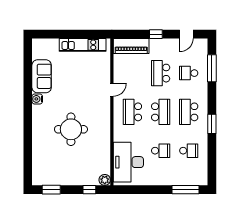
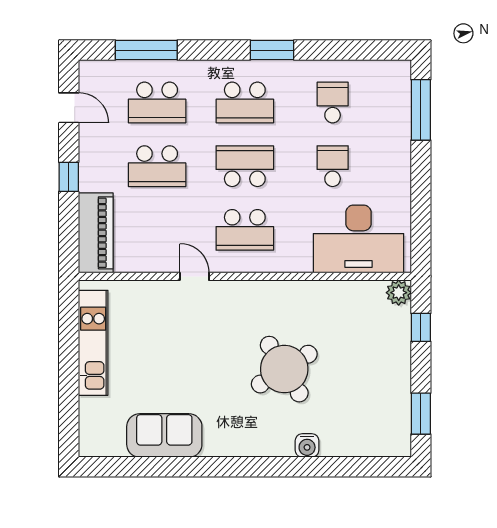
school desk: (189, 73) -> (157, 103), width x1.85
water cooler: (37, 99) -> (307, 445), moved
round table: (71, 129) -> (284, 369), turned -32

